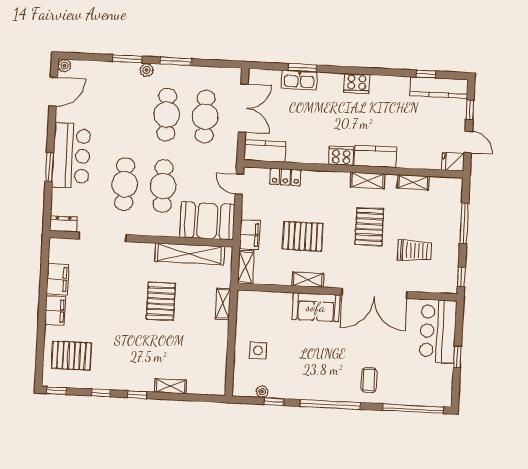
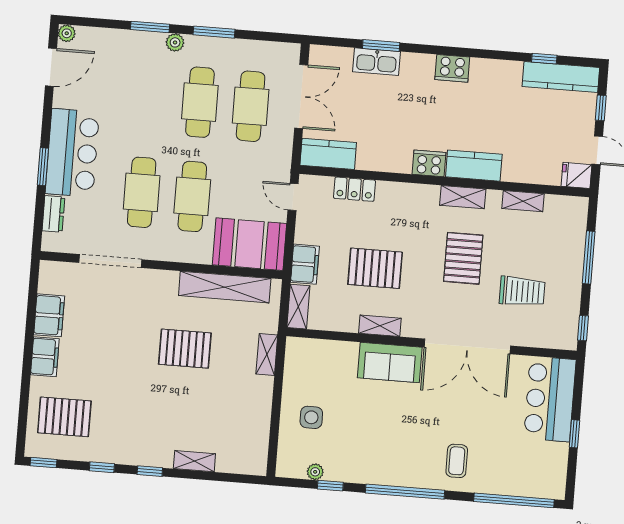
dresser: (63, 224) -> (53, 214), moved, turned 90
pallet: (161, 301) -> (185, 349), turned 90

